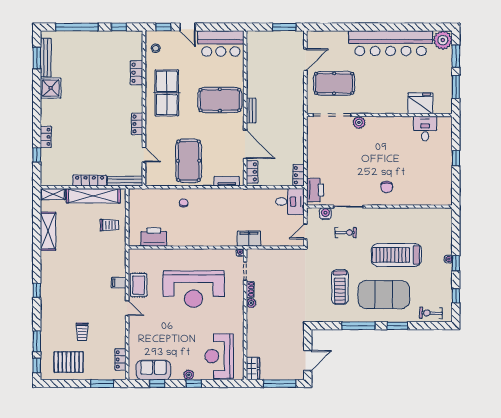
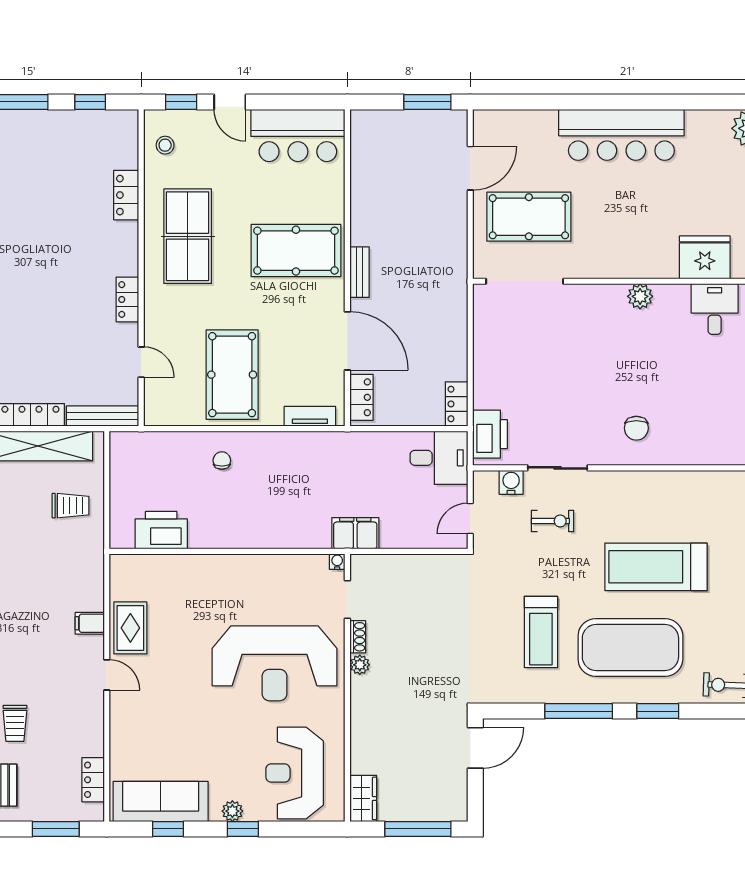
bar counter: (391, 43) -> (621, 135), width x0.73
plant: (359, 122) -> (640, 296), moved
reception desk: (194, 289) -> (274, 663), moved
door: (308, 360) -> (475, 748), moved
sofa: (153, 370) -> (161, 801), width x1.36

